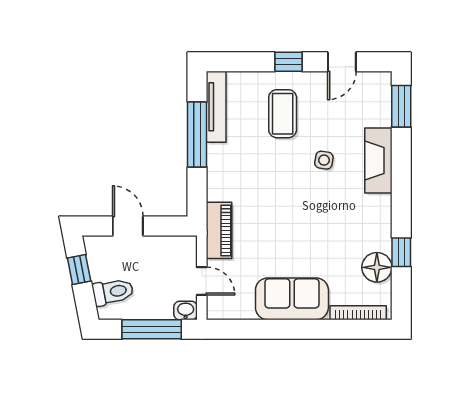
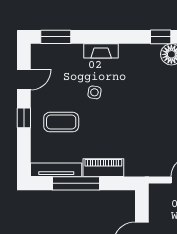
door: (342, 62) -> (24, 80), hinge flipped
fireplace: (378, 161) -> (101, 51), width x0.73, depth x0.76
piano: (219, 230) -> (103, 168), moved

